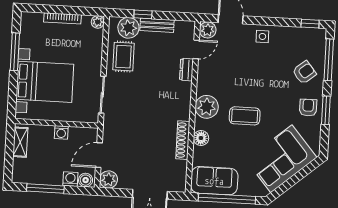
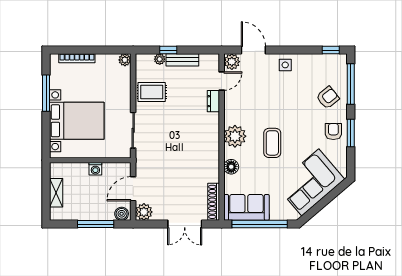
bookcase: (62, 18) -> (77, 58), moved
plant: (128, 28) -> (160, 59), width x0.53, depth x0.53
rug: (124, 57) -> (152, 92), turned 90
coffee table: (245, 116) -> (272, 143), turned 90
shoe rack: (183, 140) -> (214, 202), moved
shelving: (20, 142) -> (56, 193), moved
washing machine: (70, 179) -> (107, 214), removed
window: (45, 188) -> (96, 224), moved

